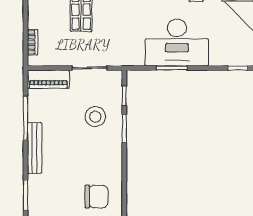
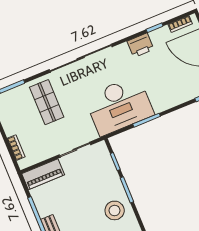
desk: (177, 42) -> (119, 106), moved
stool: (95, 117) -> (115, 210), moved

